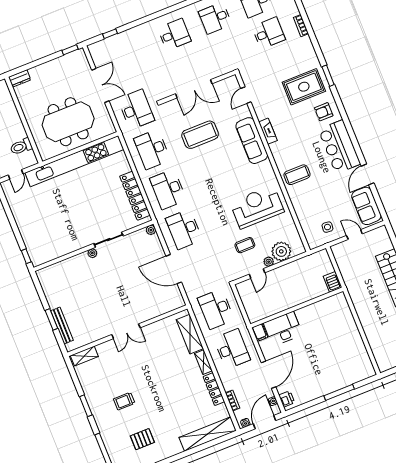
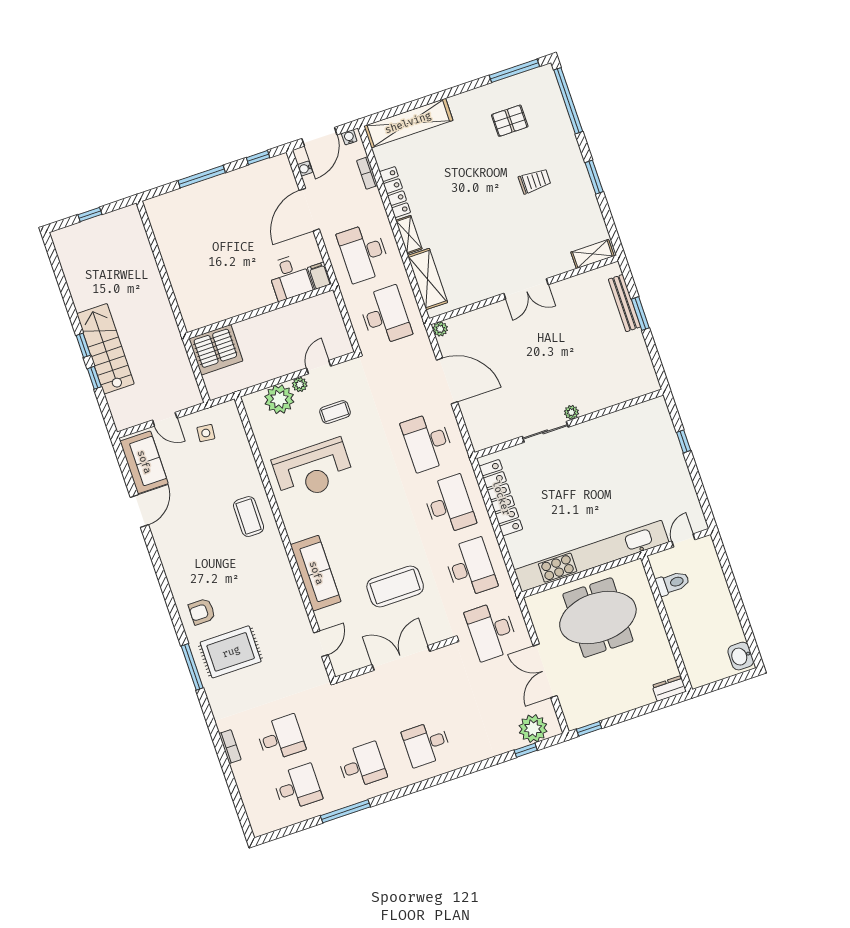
desk: (269, 33) -> (281, 738), turned 180
plant: (106, 48) -> (533, 728), added
window: (328, 76) -> (192, 667), width x1.44
armchair: (324, 112) -> (202, 612), turned 180
fireplace: (268, 131) -> (290, 586), removed
bar counter: (339, 147) -> (181, 556), removed
coffee table: (297, 175) -> (249, 517), turned 90
desk: (184, 229) -> (428, 442), turned 180
plant: (151, 230) -> (440, 329), moved
window: (26, 256) -> (684, 441), moved
server rack: (333, 282) -> (216, 350), width x2.18, depth x1.44
desk: (283, 329) -> (290, 277), width x0.73
double door: (126, 331) -> (526, 289), swing flipped
printer: (287, 399) -> (283, 171), removed
window: (303, 407) -> (258, 158), added

